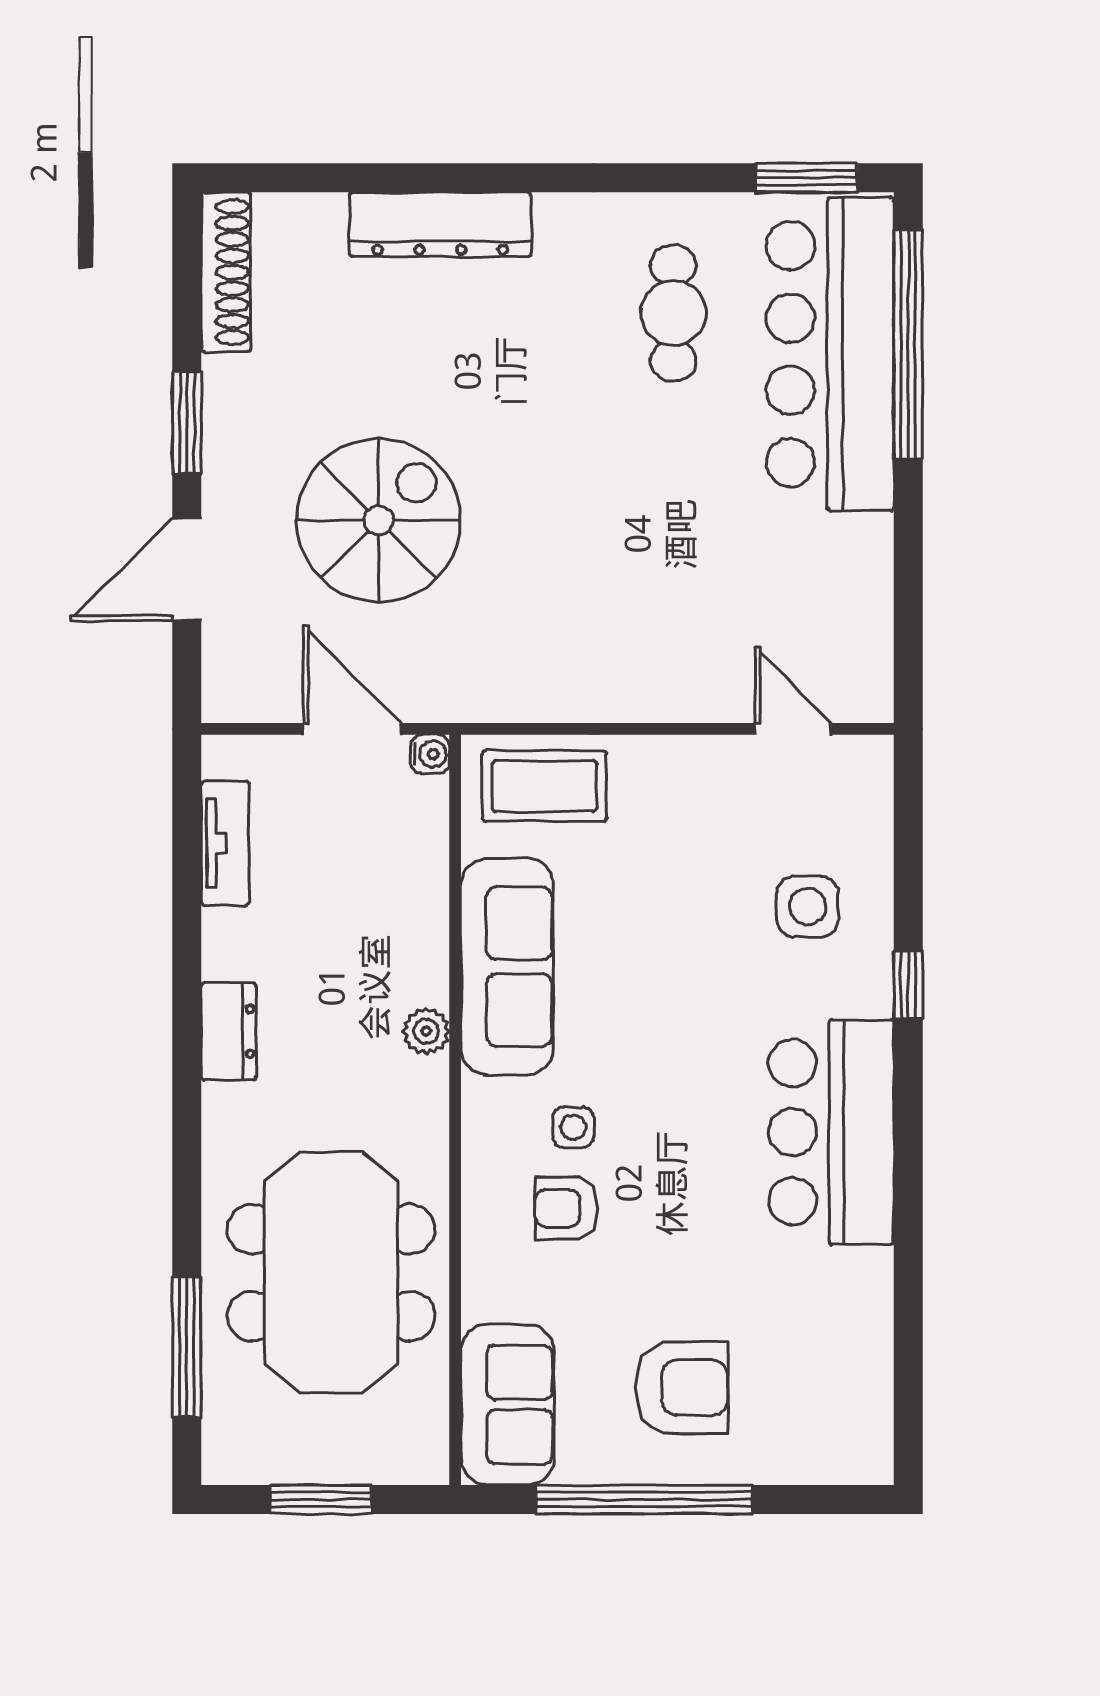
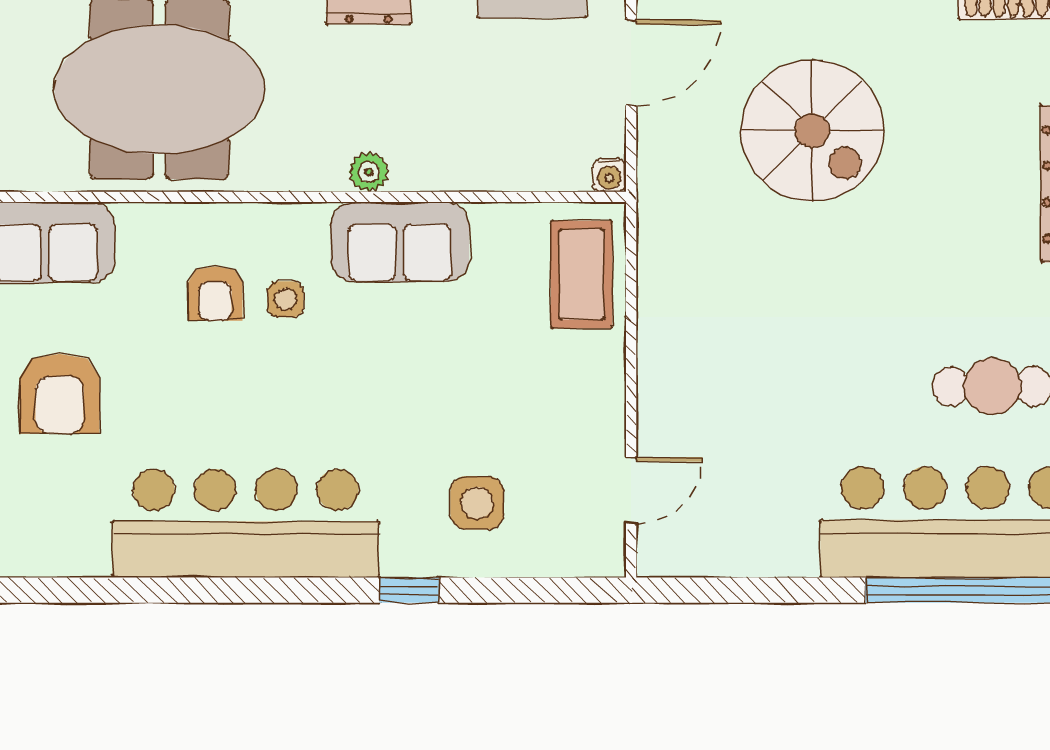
door: (352, 729) -> (631, 63), moved
sofa: (507, 967) -> (400, 242), width x0.73
bar counter: (831, 1132) -> (246, 523), width x1.36
armchair: (566, 1208) -> (215, 293), turned 180

